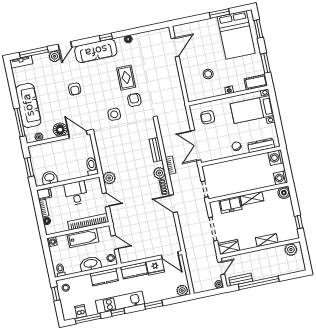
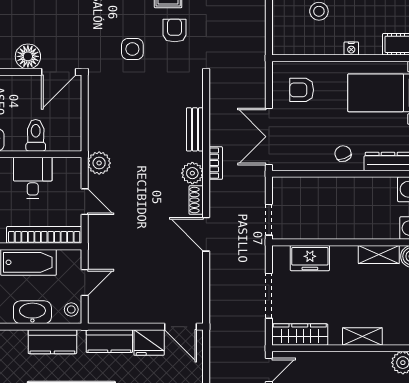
door: (78, 134) -> (59, 72), swing flipped
toilet: (92, 166) -> (36, 135), moved
shelving: (252, 198) -> (379, 255), moved
door: (115, 242) -> (85, 282), hinge flipped
wardrobe: (229, 247) -> (300, 335), width x1.50

